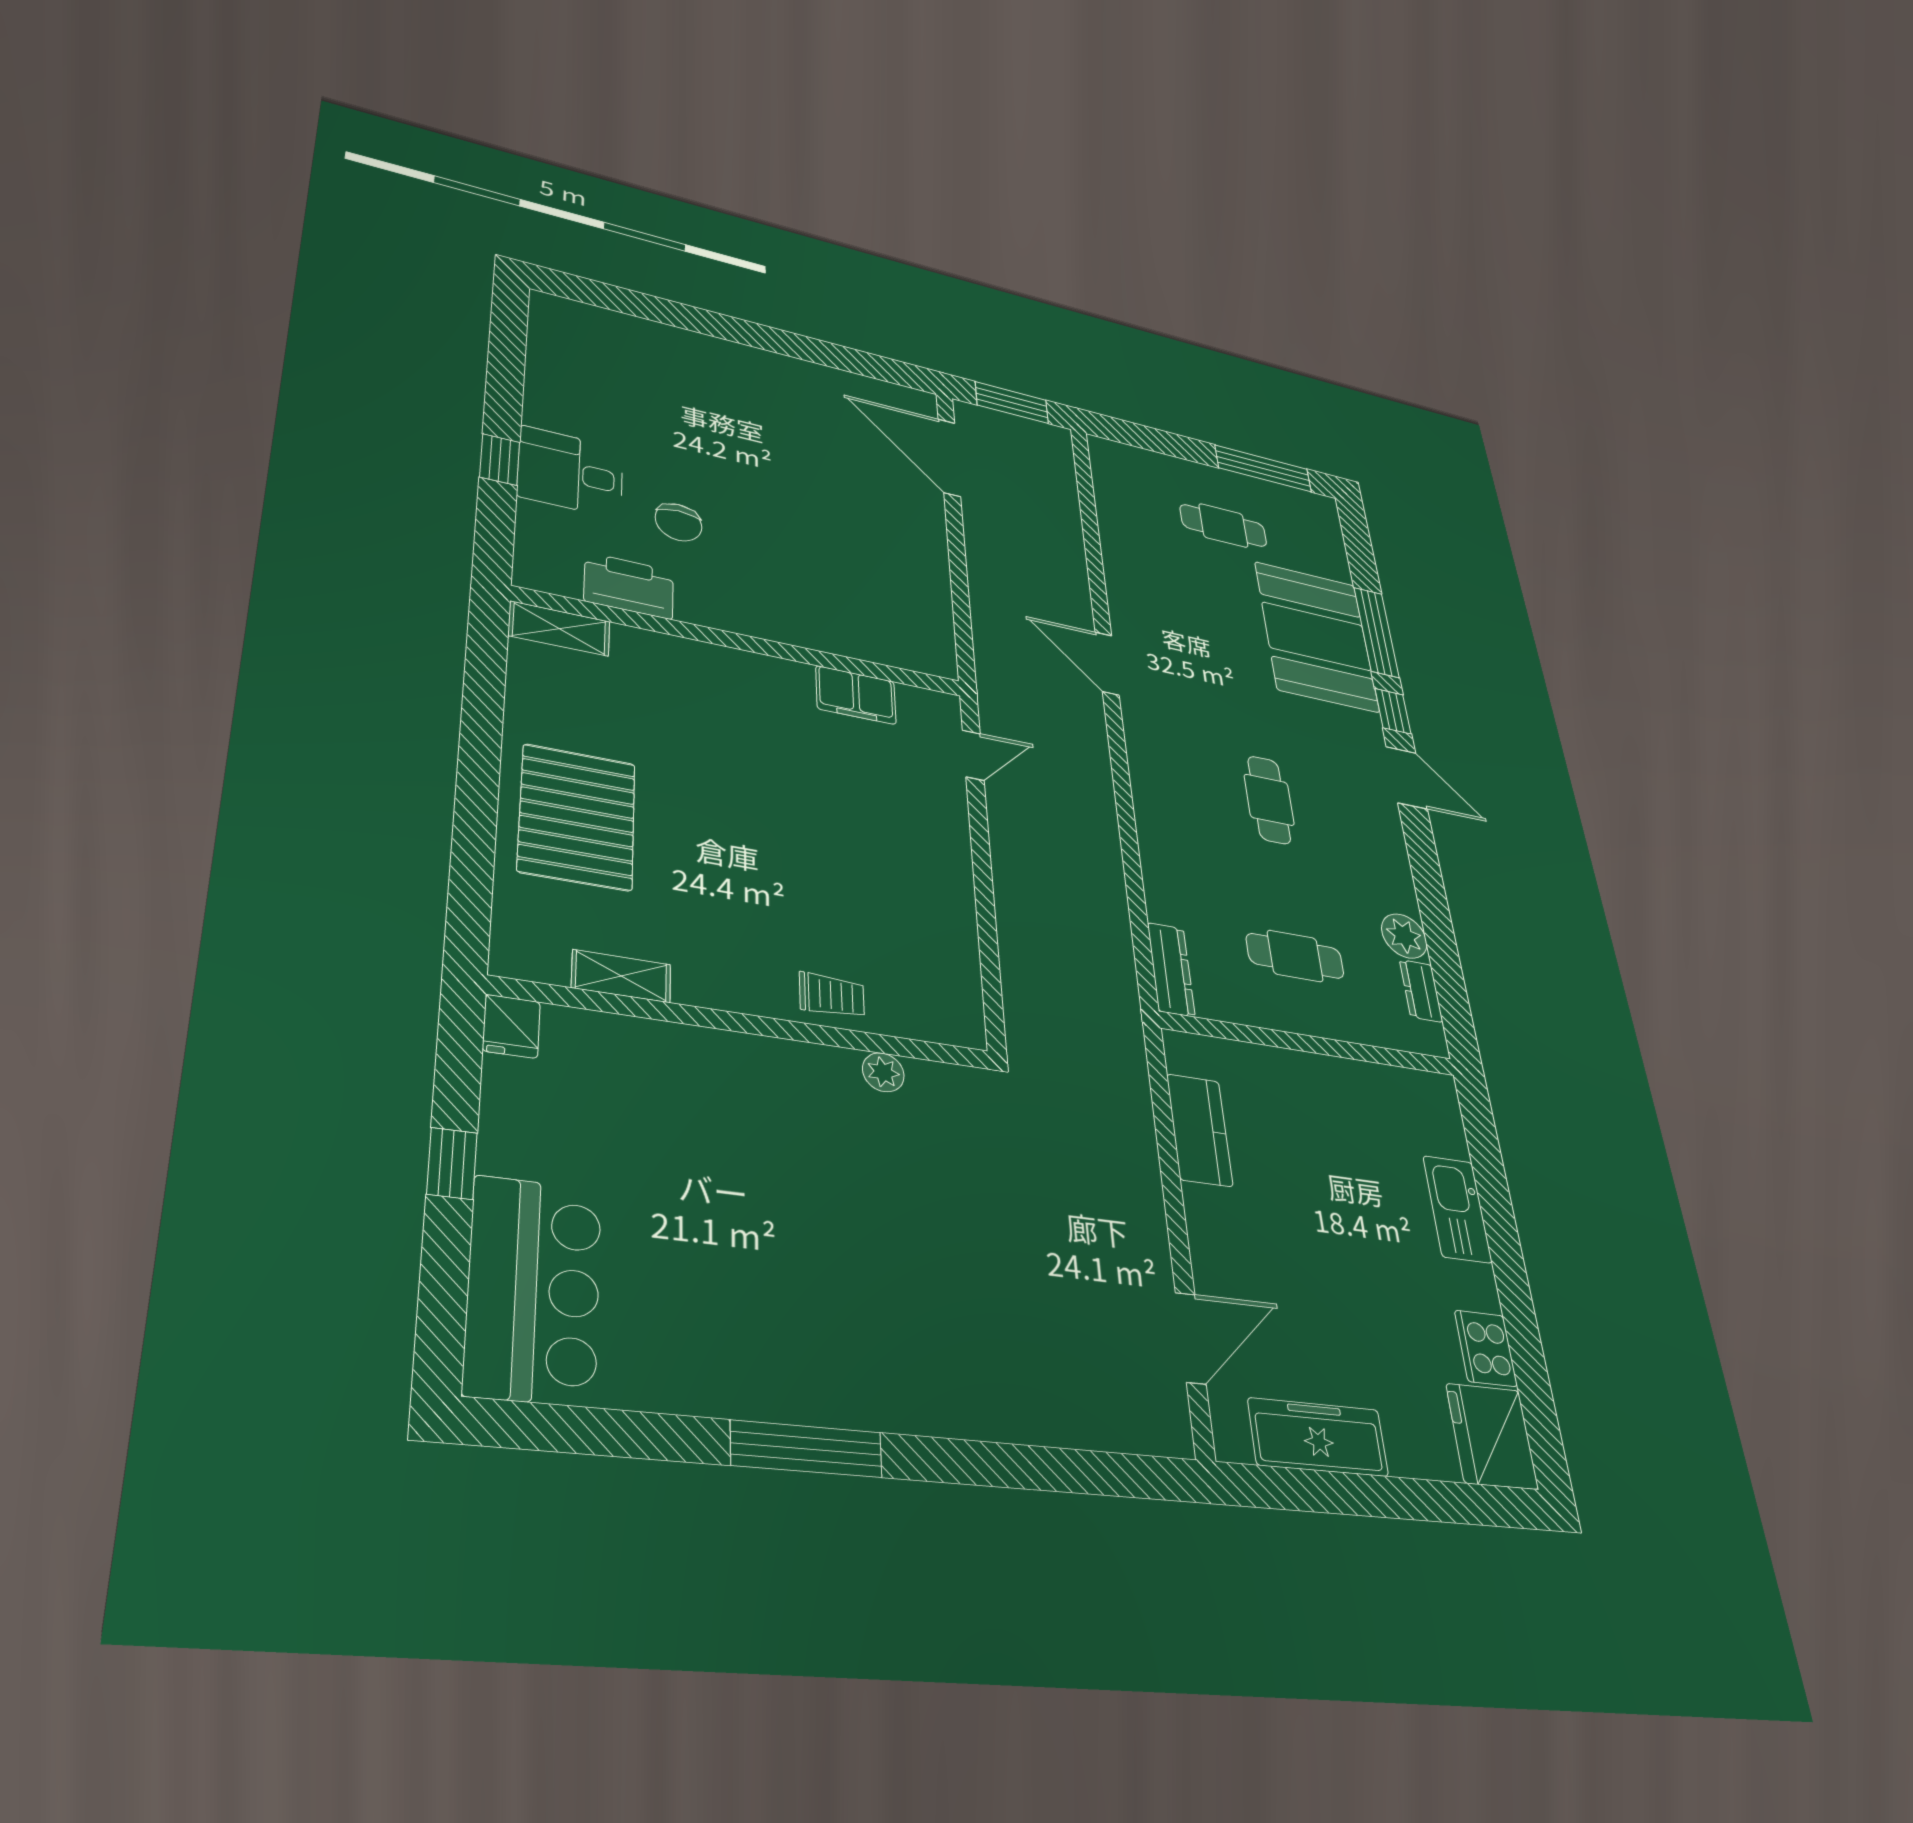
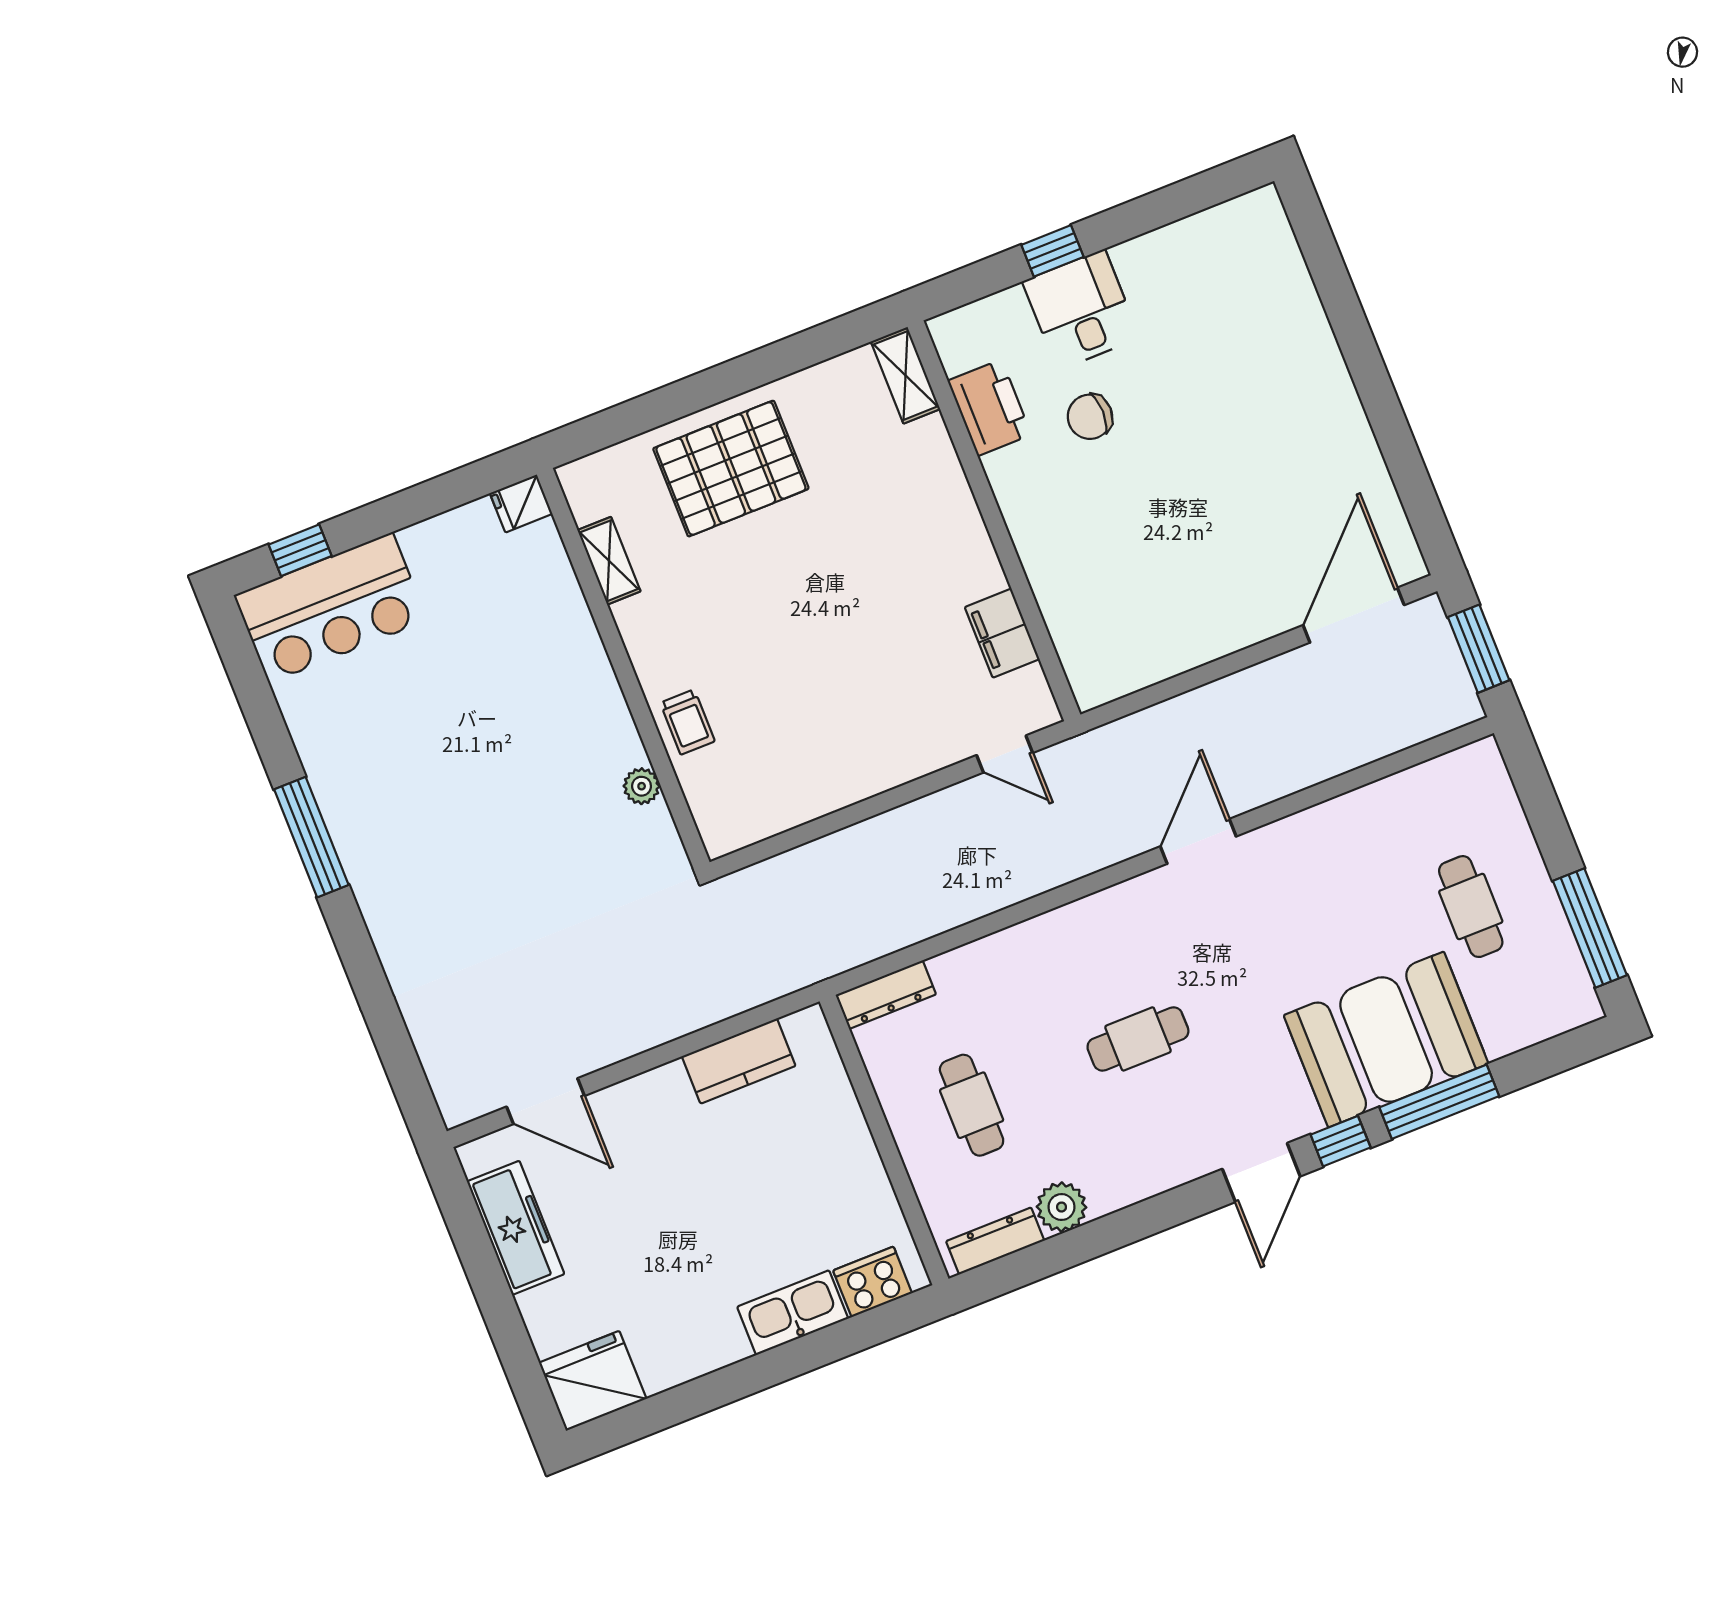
dresser: (1421, 991) -> (995, 1241), width x1.44
window: (452, 1163) -> (300, 550), moved
cooker: (1486, 1348) -> (873, 1282), moved

